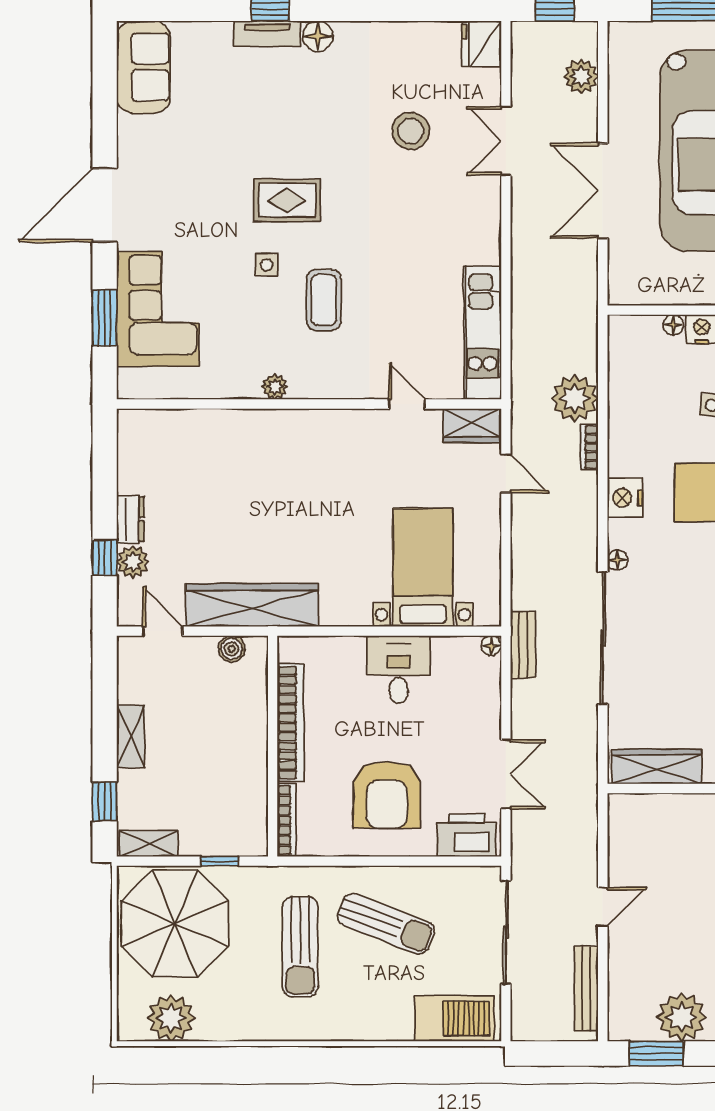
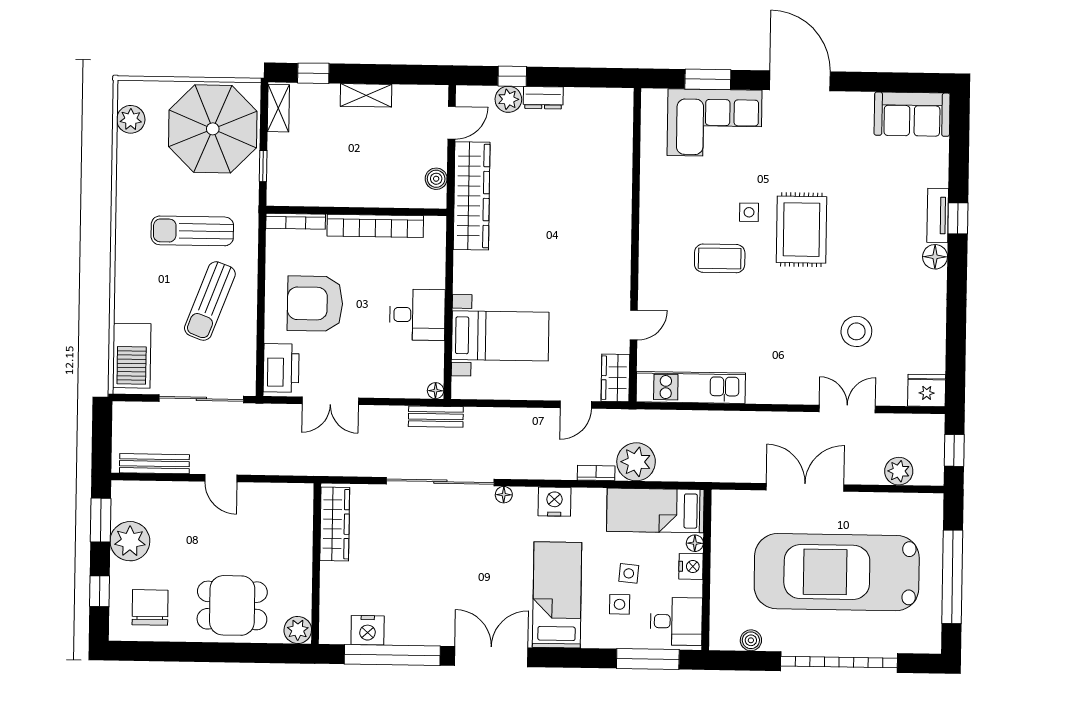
rug: (287, 200) -> (801, 230), width x1.36, depth x1.43
bed: (634, 374) -> (655, 510), added
plant: (275, 387) -> (649, 217), removed
plant: (171, 1018) -> (131, 119), width x0.73, depth x0.73

